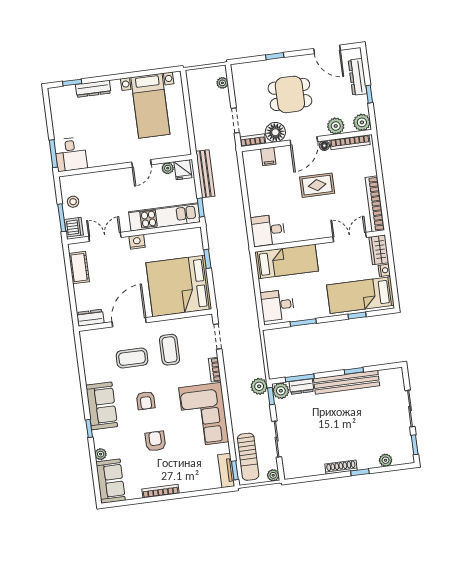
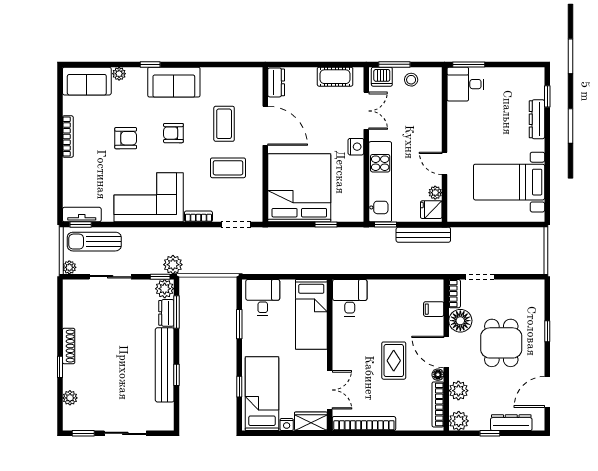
plant: (222, 83) -> (524, 268), removed

